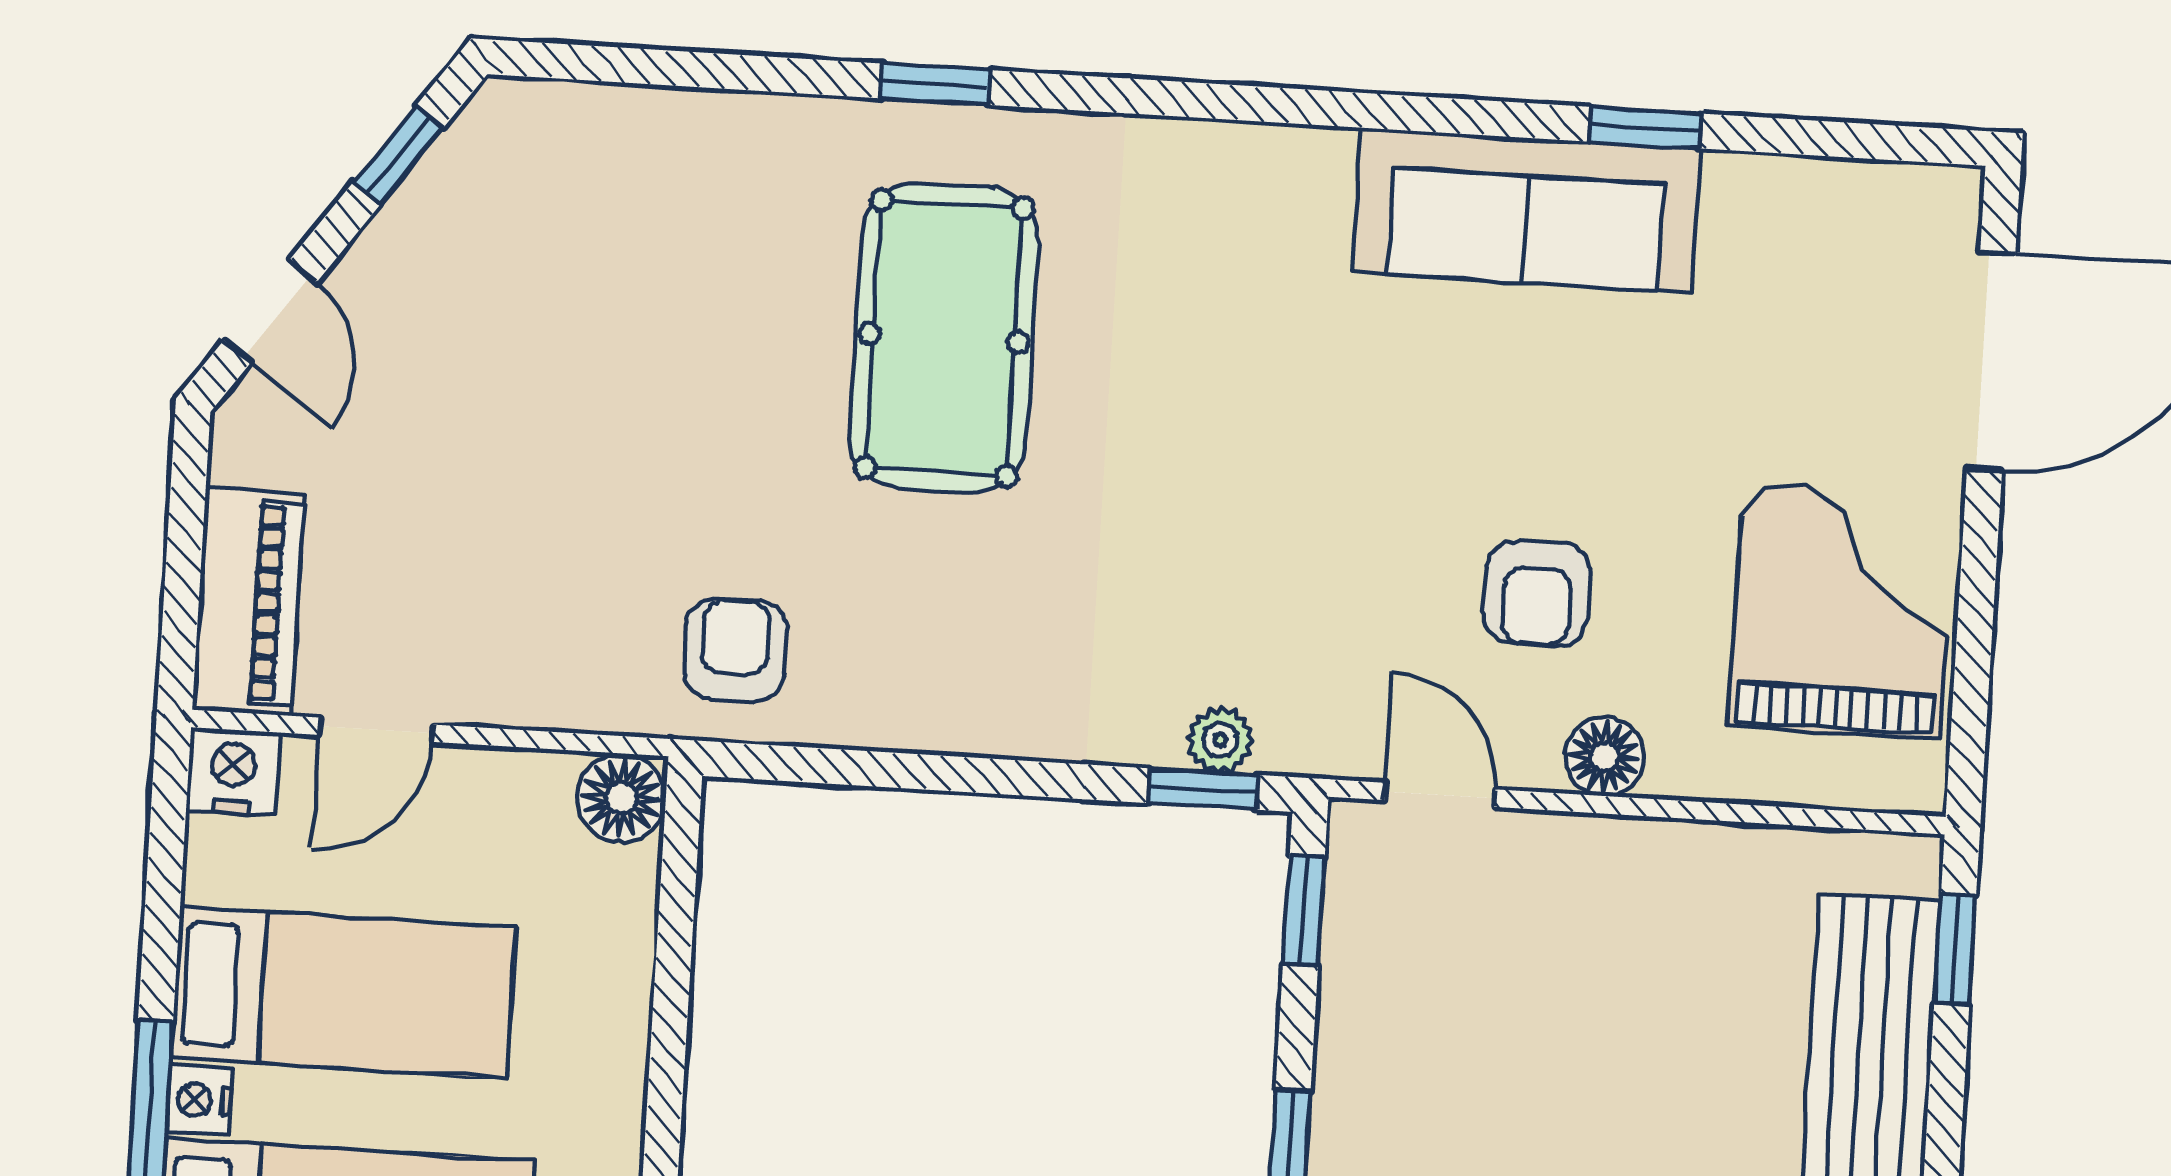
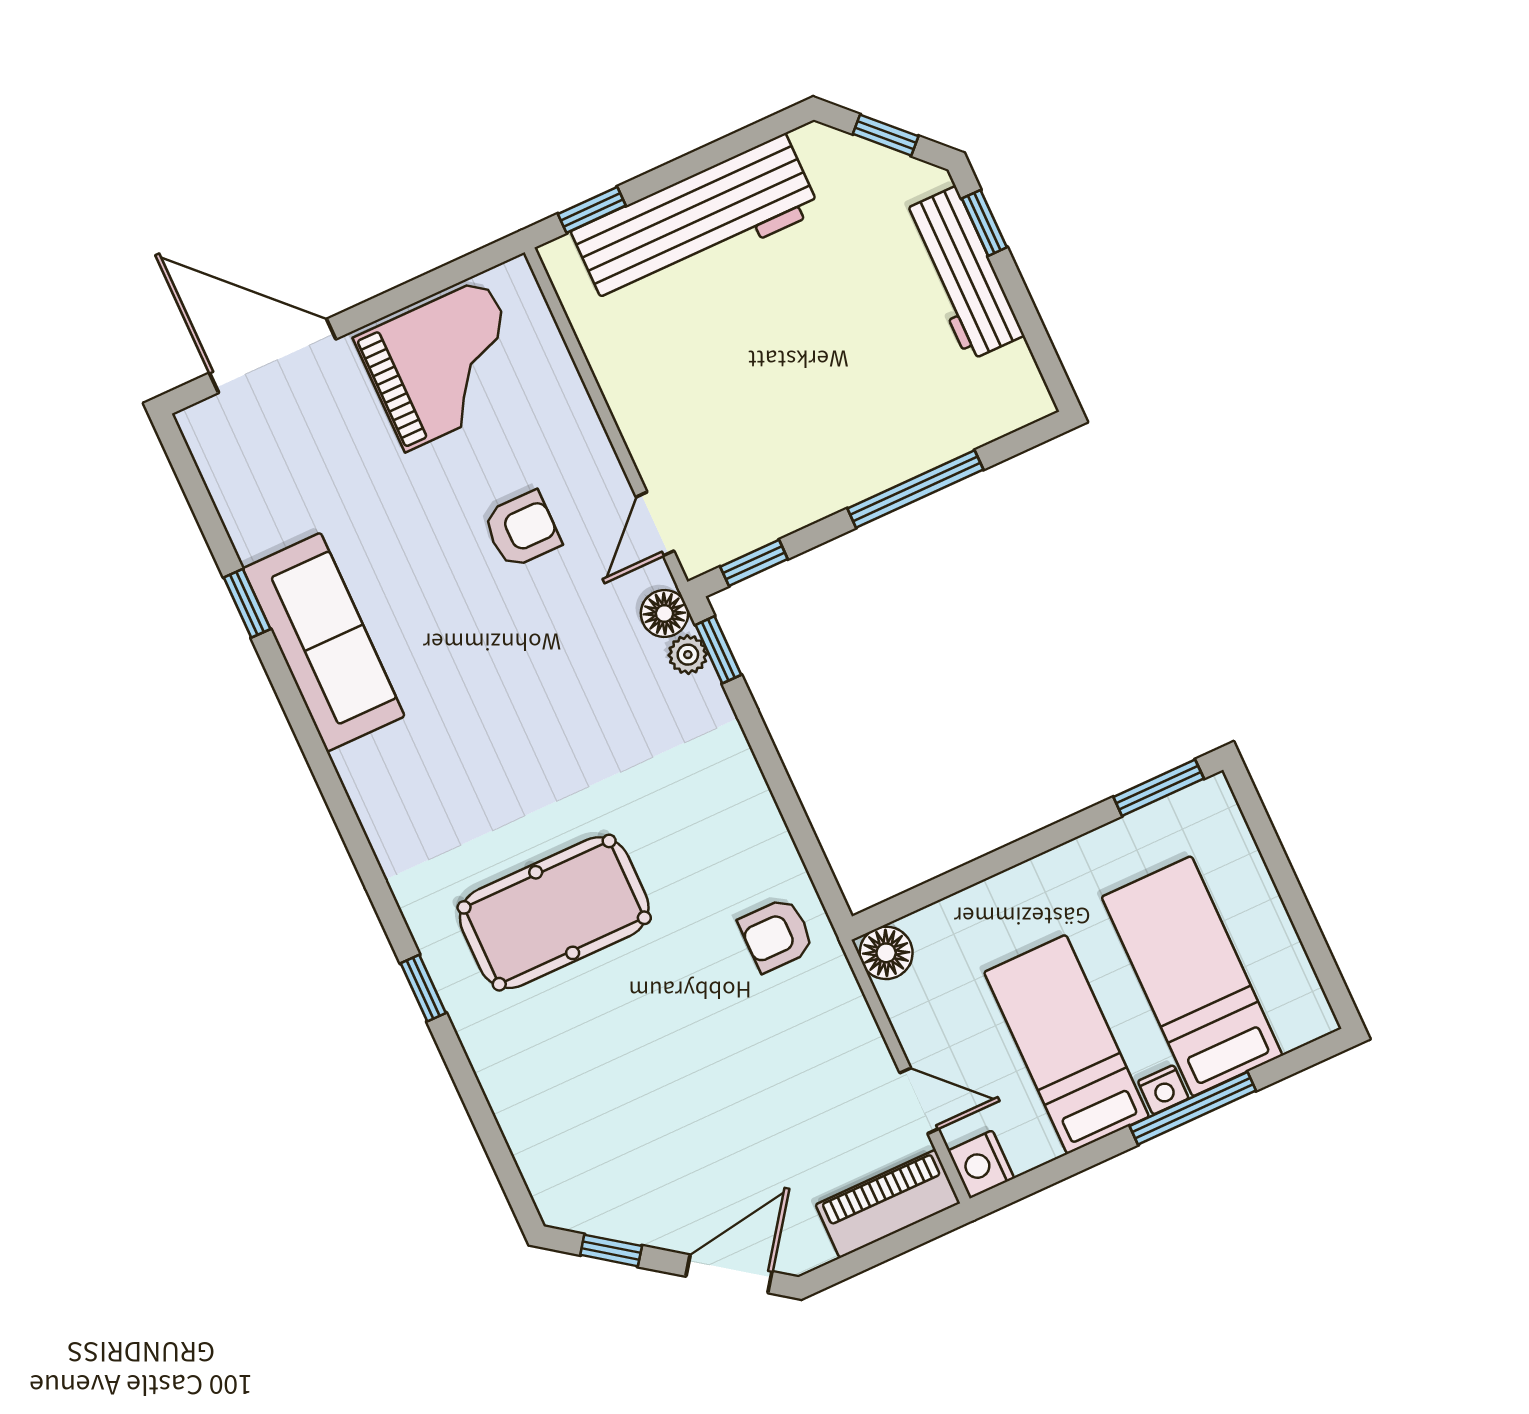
door: (270, 311) -> (729, 1274), width x1.38
grand piano: (1842, 610) -> (445, 365), turned 180
floor lamp: (1605, 757) -> (664, 614), moved

